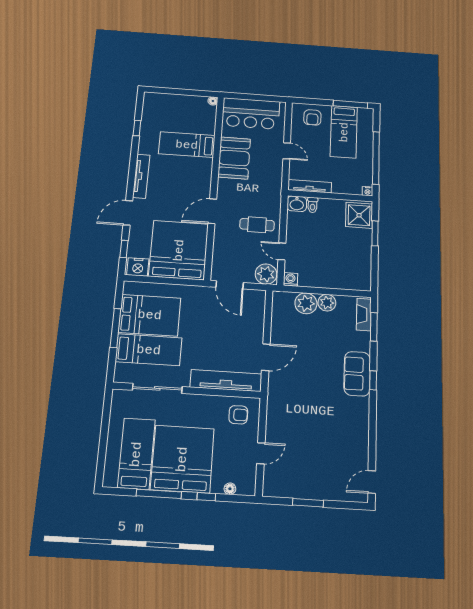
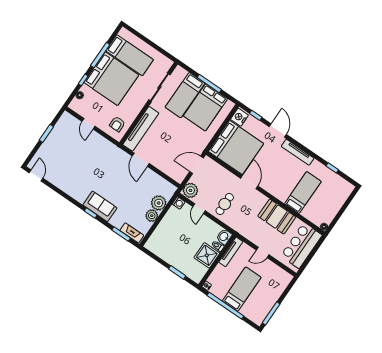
armchair: (312, 117) -> (276, 283), removed
bed: (344, 132) -> (242, 289), moved, turned 90
shower: (359, 215) -> (207, 255), moved
door: (282, 251) -> (199, 209), swing flipped

